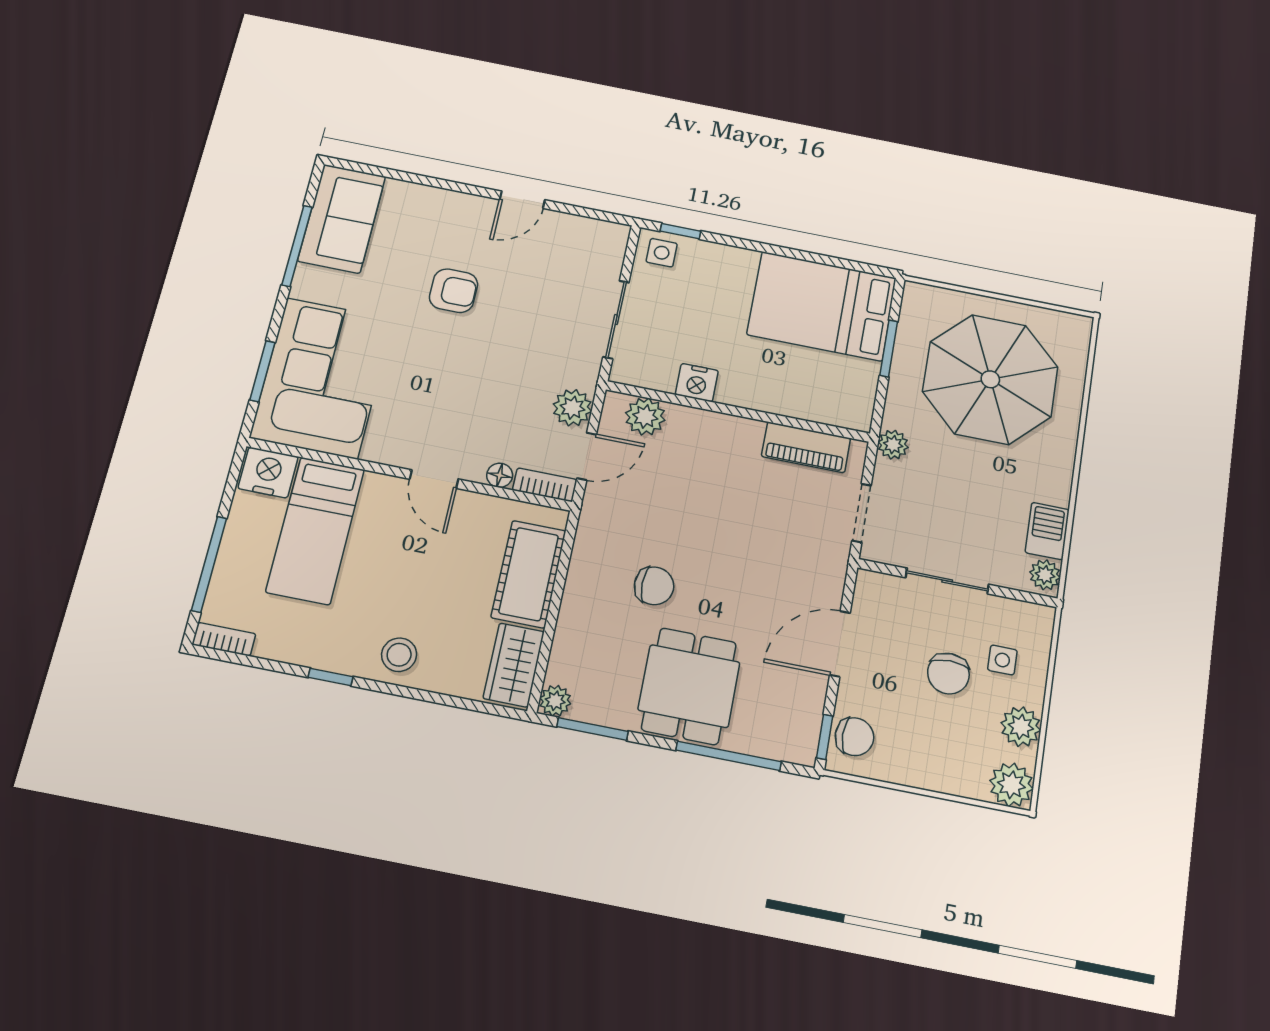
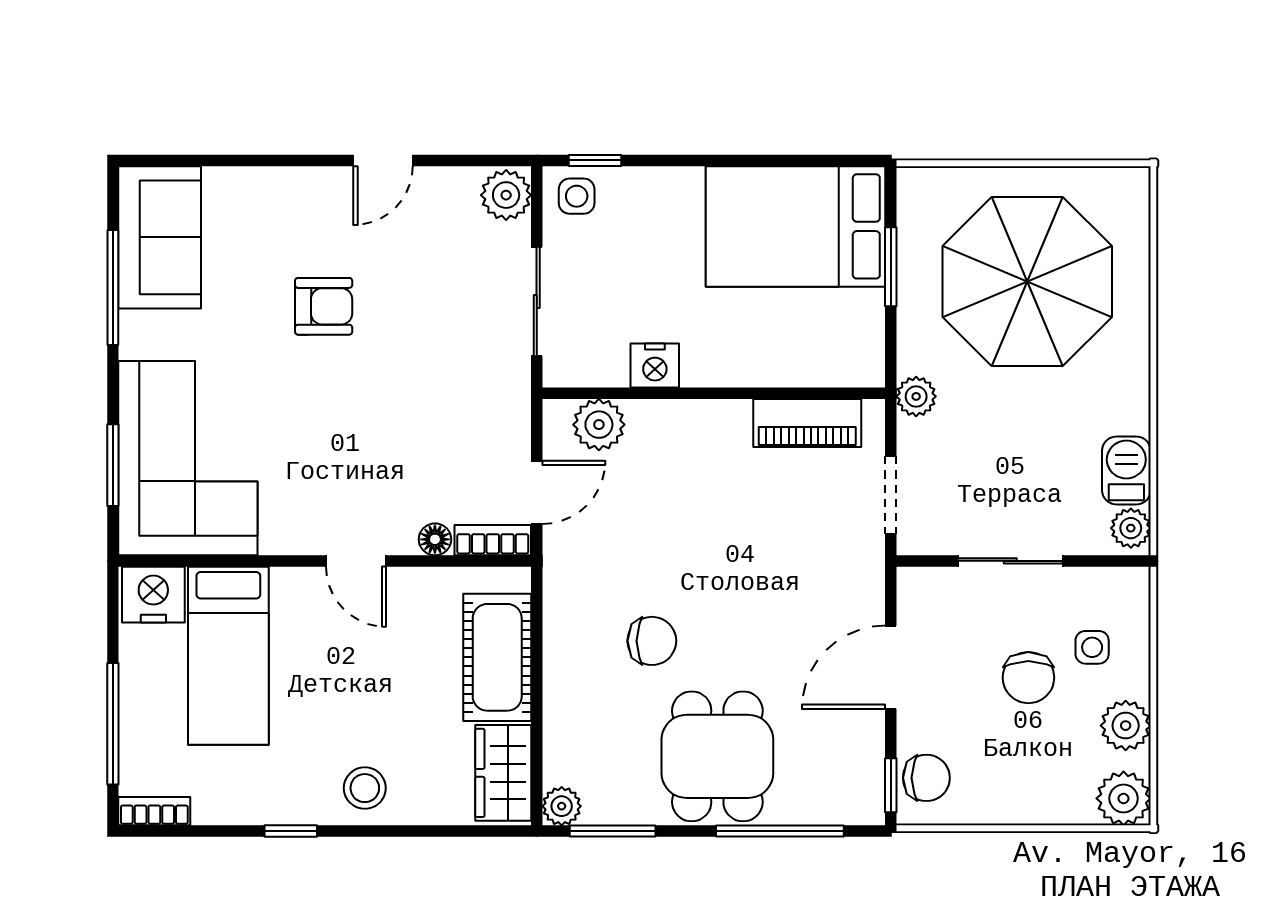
plant: (572, 408) -> (506, 195), moved

